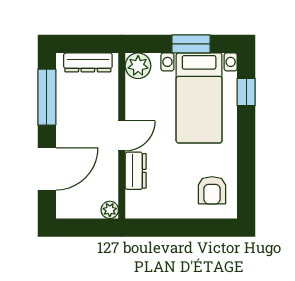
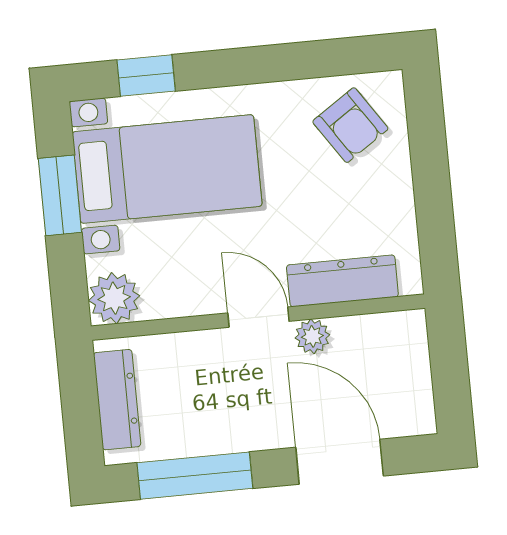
dresser: (136, 171) -> (342, 281), width x1.44
armchair: (212, 190) -> (350, 125), turned 56
plant: (110, 210) -> (312, 336), moved

